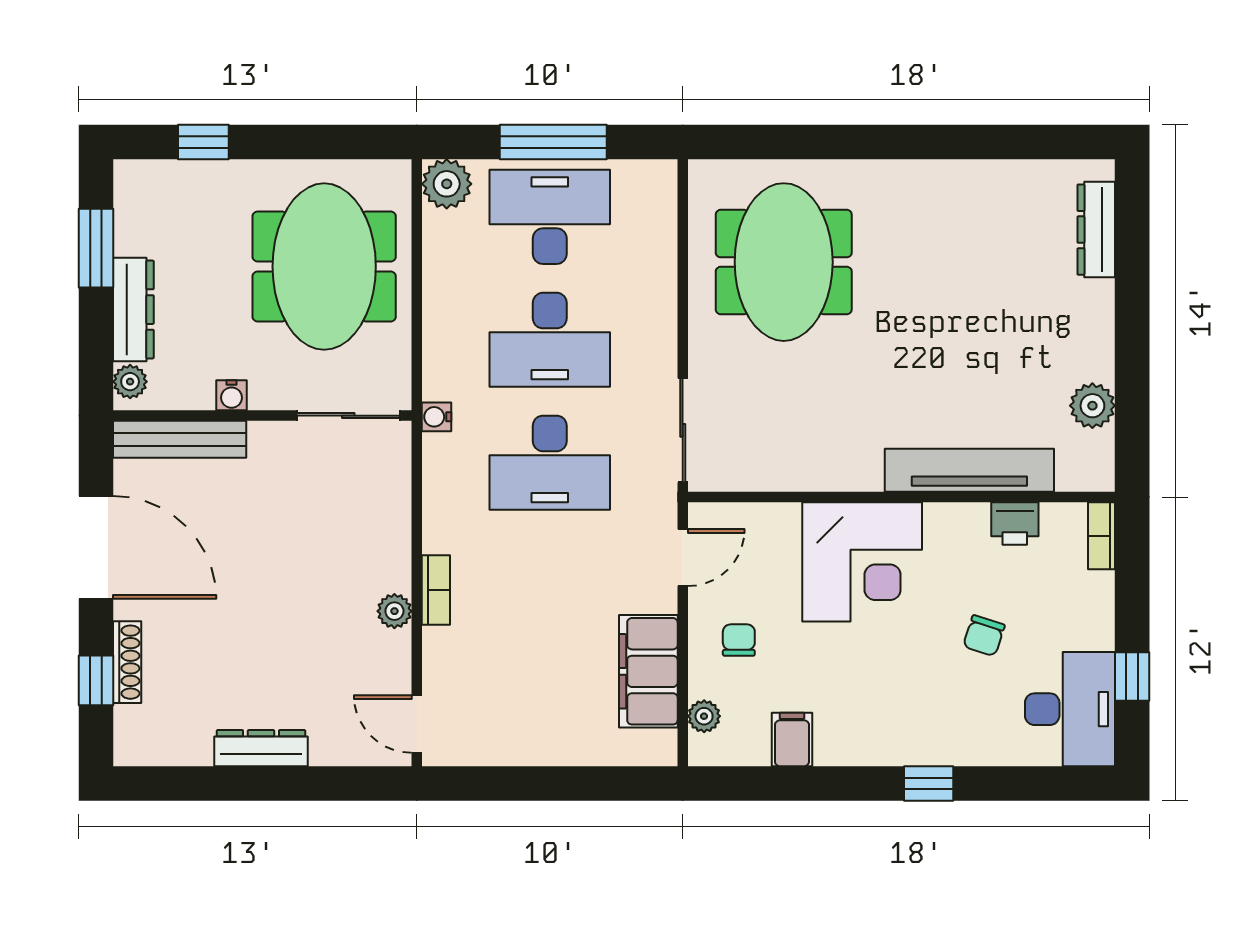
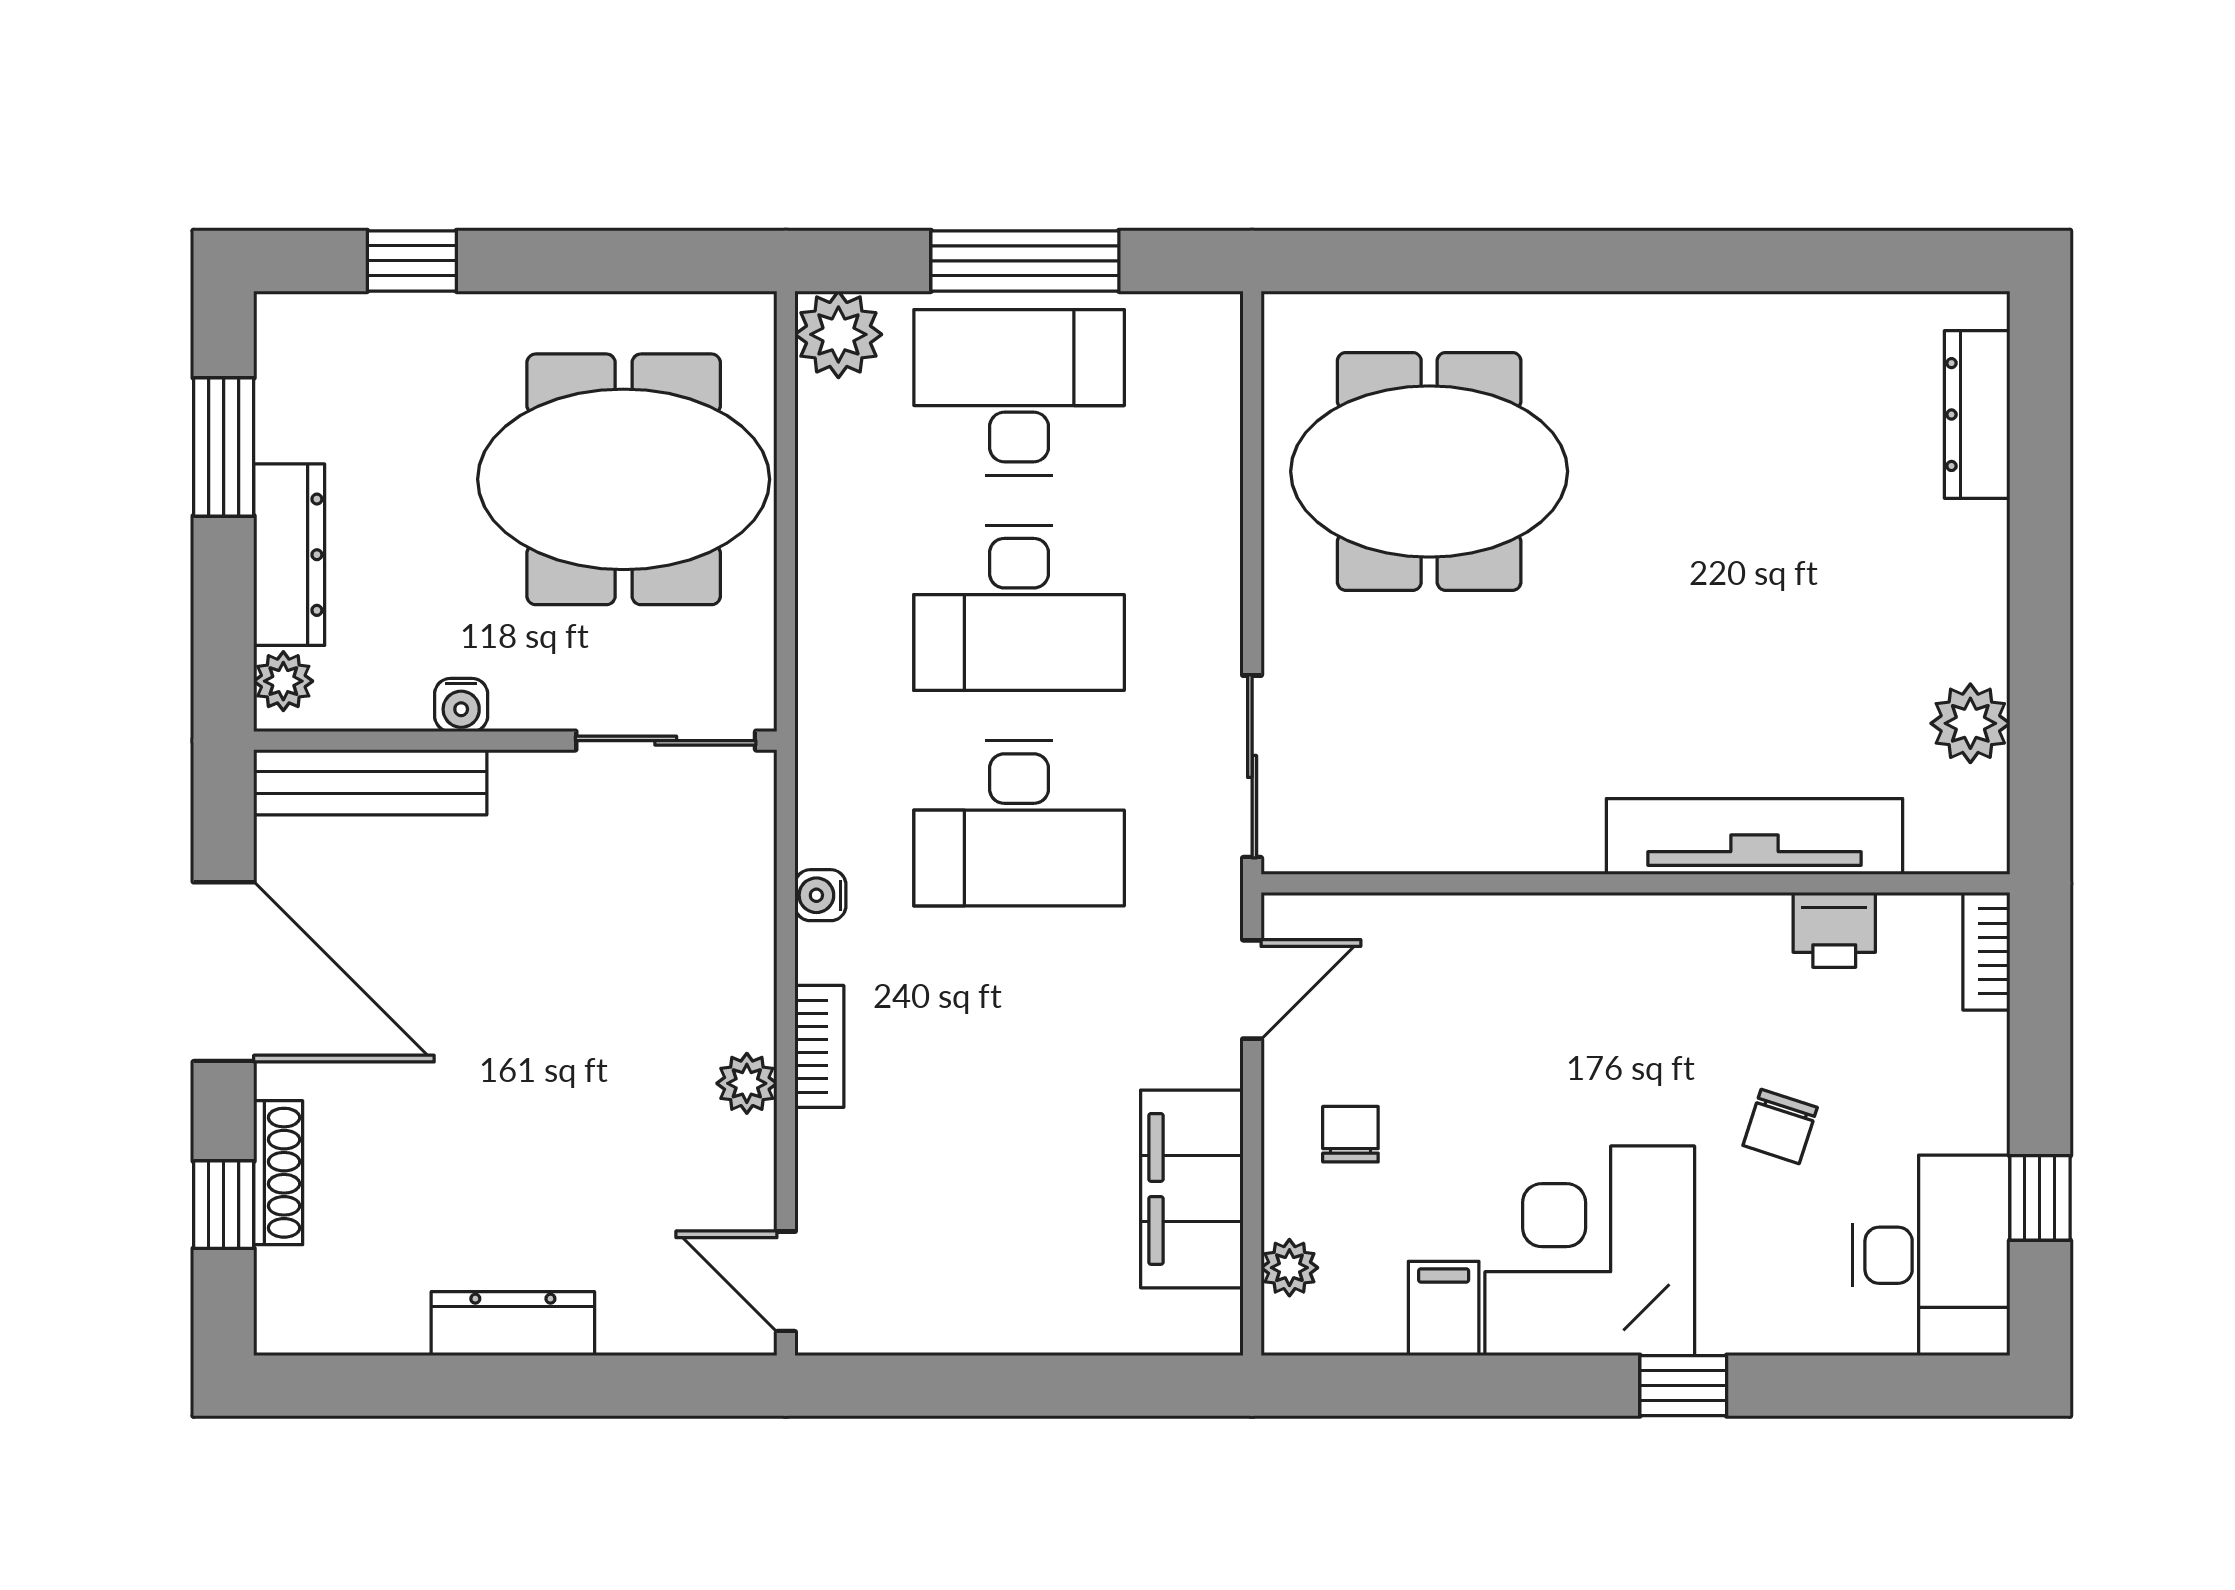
meeting table: (784, 262) -> (1429, 471), turned 90
meeting table: (324, 267) -> (624, 479), turned 90
water cooler: (436, 417) -> (820, 895), moved
corner desk: (862, 562) -> (1590, 1251), moved, turned 180

